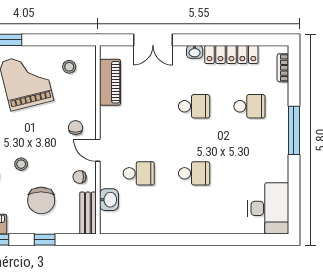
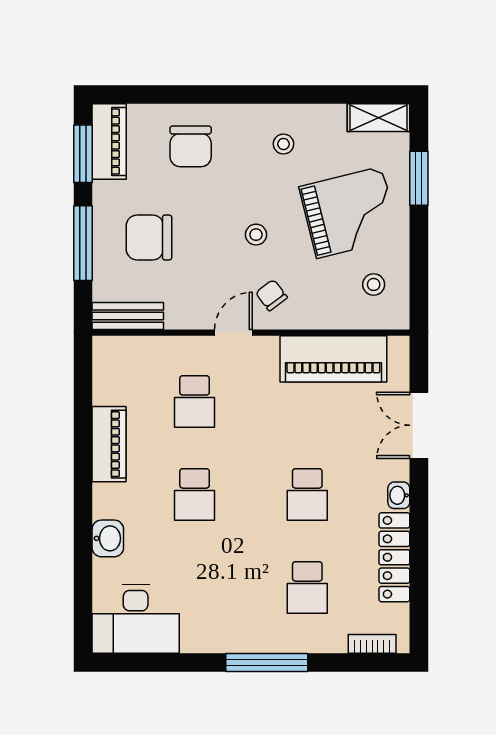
piano: (110, 82) -> (333, 359), width x1.37, depth x1.33
chair: (76, 128) -> (271, 295), turned -127
stool: (21, 164) -> (256, 235), moved
chair: (80, 177) -> (188, 302), removed
washbasin: (109, 200) -> (108, 538), moved, turned -90
piano: (164, 224) -> (109, 444), added
window: (45, 240) -> (83, 243), width x2.17

